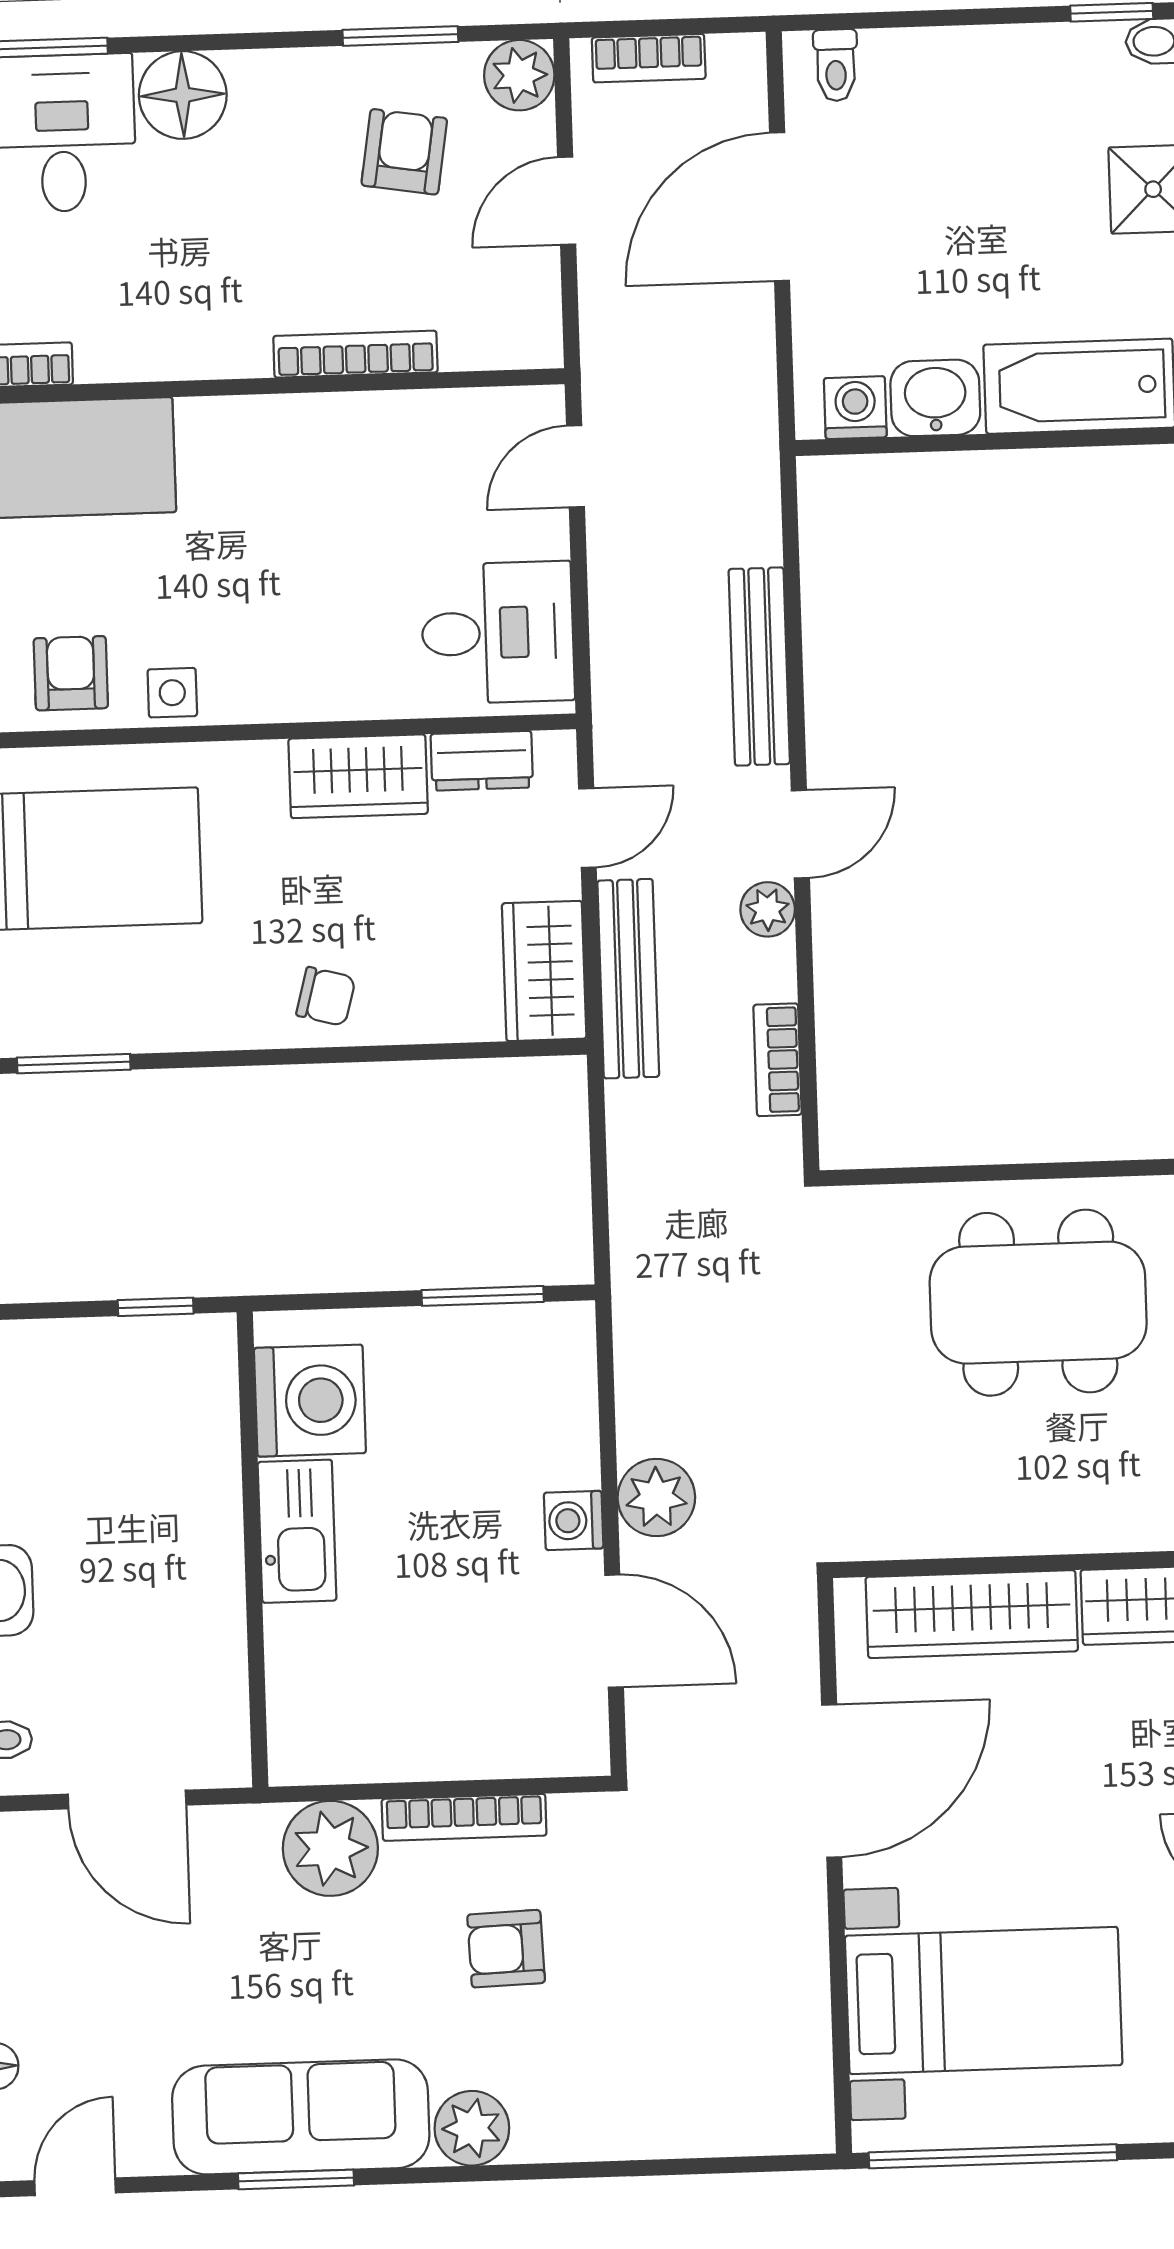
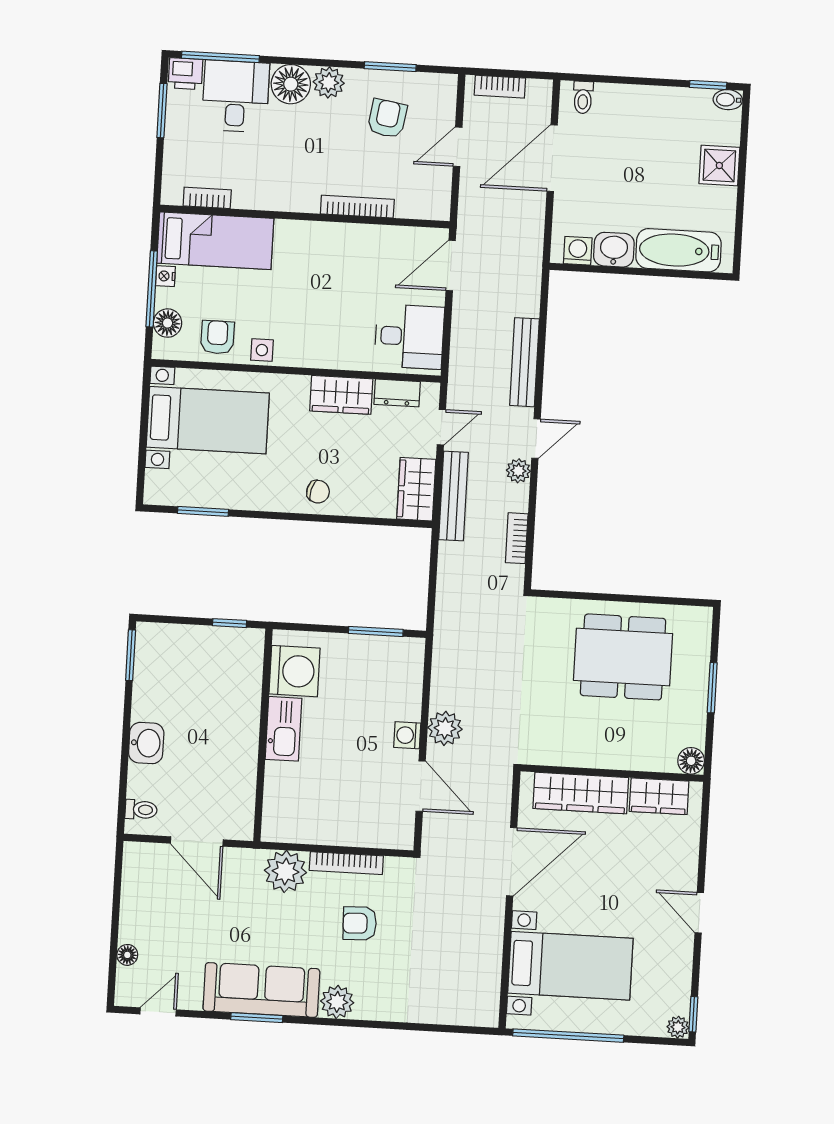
plant: (519, 75) -> (329, 82), moved
door: (575, 466) -> (451, 266), width x1.38

